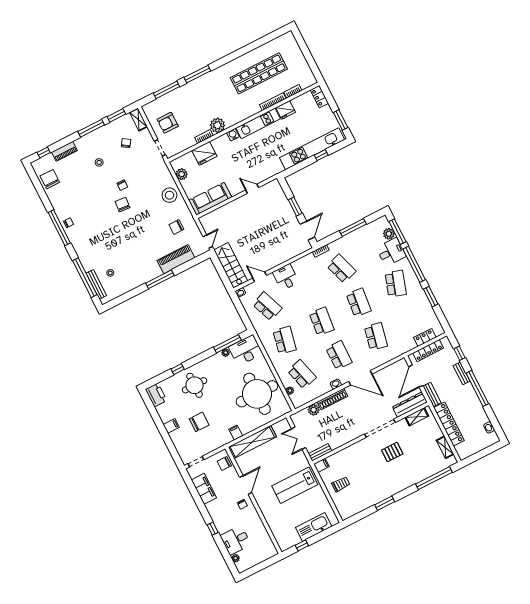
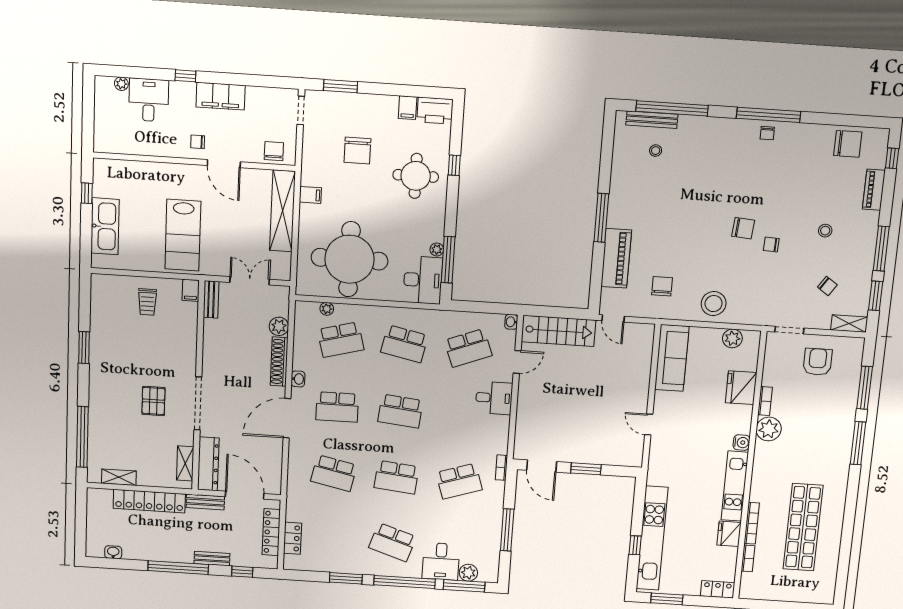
door: (252, 189) -> (649, 425), swing flipped
filing cabinet: (171, 426) -> (408, 108), moved
window: (172, 449) -> (341, 86), added
lab bench: (295, 485) -> (183, 235), turned 180
filing cabinet: (204, 489) -> (221, 96), moved

